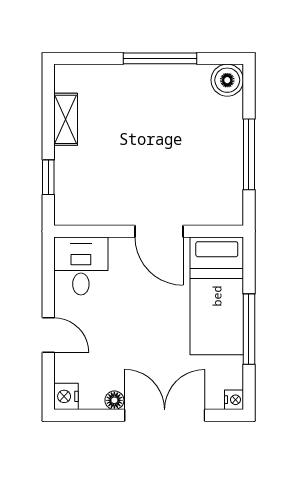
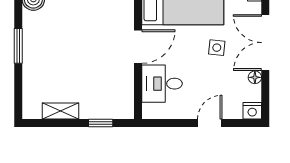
window: (160, 58) -> (18, 46), width x0.69
desk: (81, 266) -> (162, 84), moved
side table: (157, 345) -> (217, 48), added

